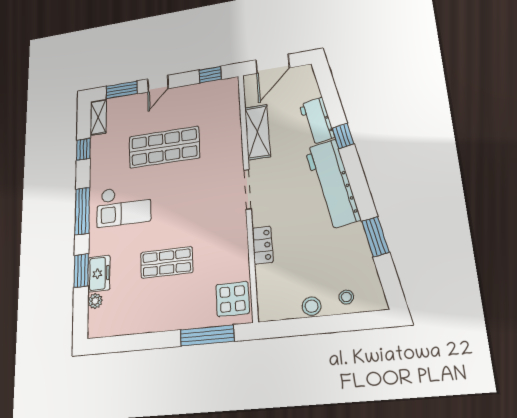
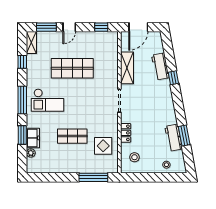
workbench: (332, 184) -> (174, 138), moved, width x0.53, depth x0.76
display table: (233, 299) -> (103, 146), moved
stool: (312, 306) -> (134, 157), moved

